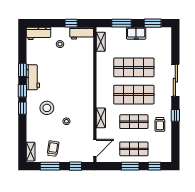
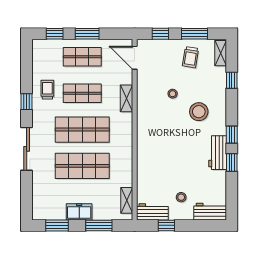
window: (22, 108) -> (232, 80), moved
door: (95, 148) -> (135, 58), hinge flipped

